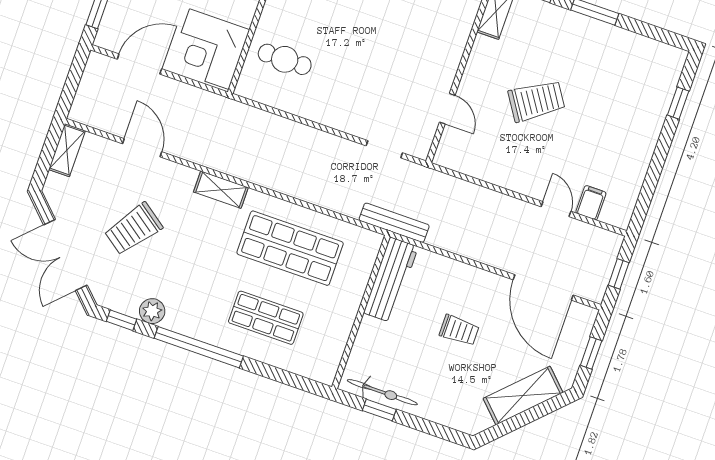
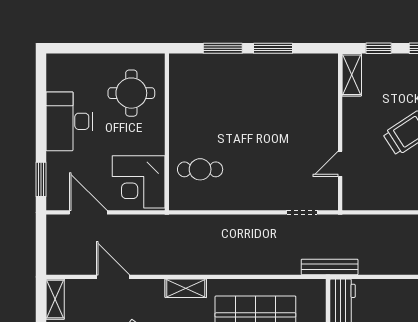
door: (139, 64) -> (88, 212), hinge flipped
door: (447, 109) -> (340, 164), swing flipped

